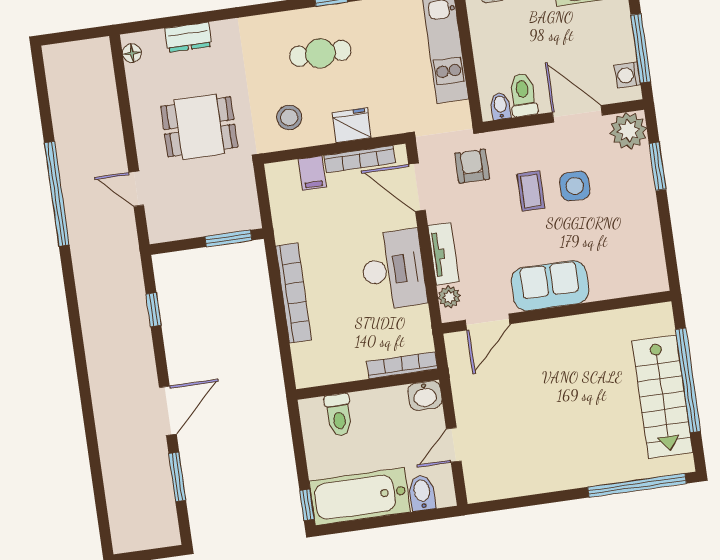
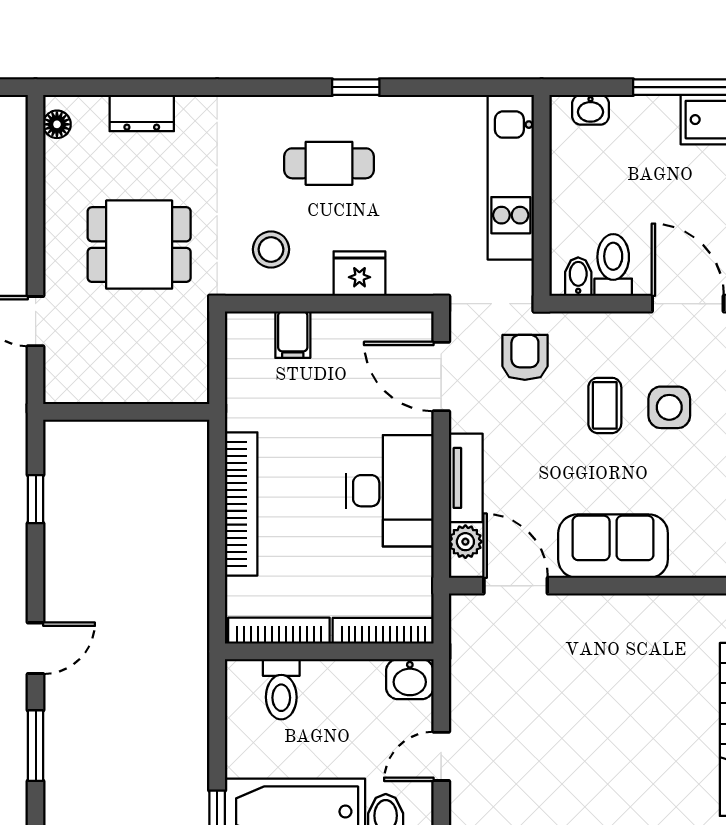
bookcase: (360, 159) -> (279, 631), moved, turned 180
window: (228, 238) -> (158, 412), removed
door: (488, 322) -> (516, 586), swing flipped
door: (168, 411) -> (36, 648), width x0.73

